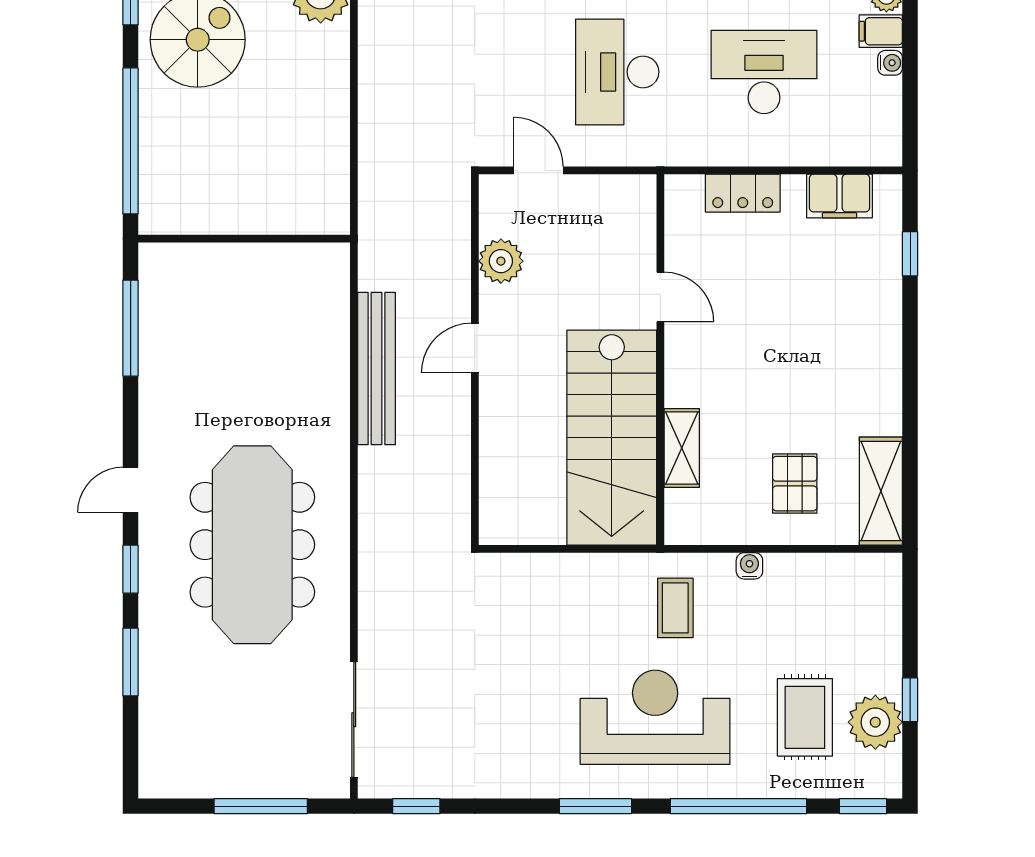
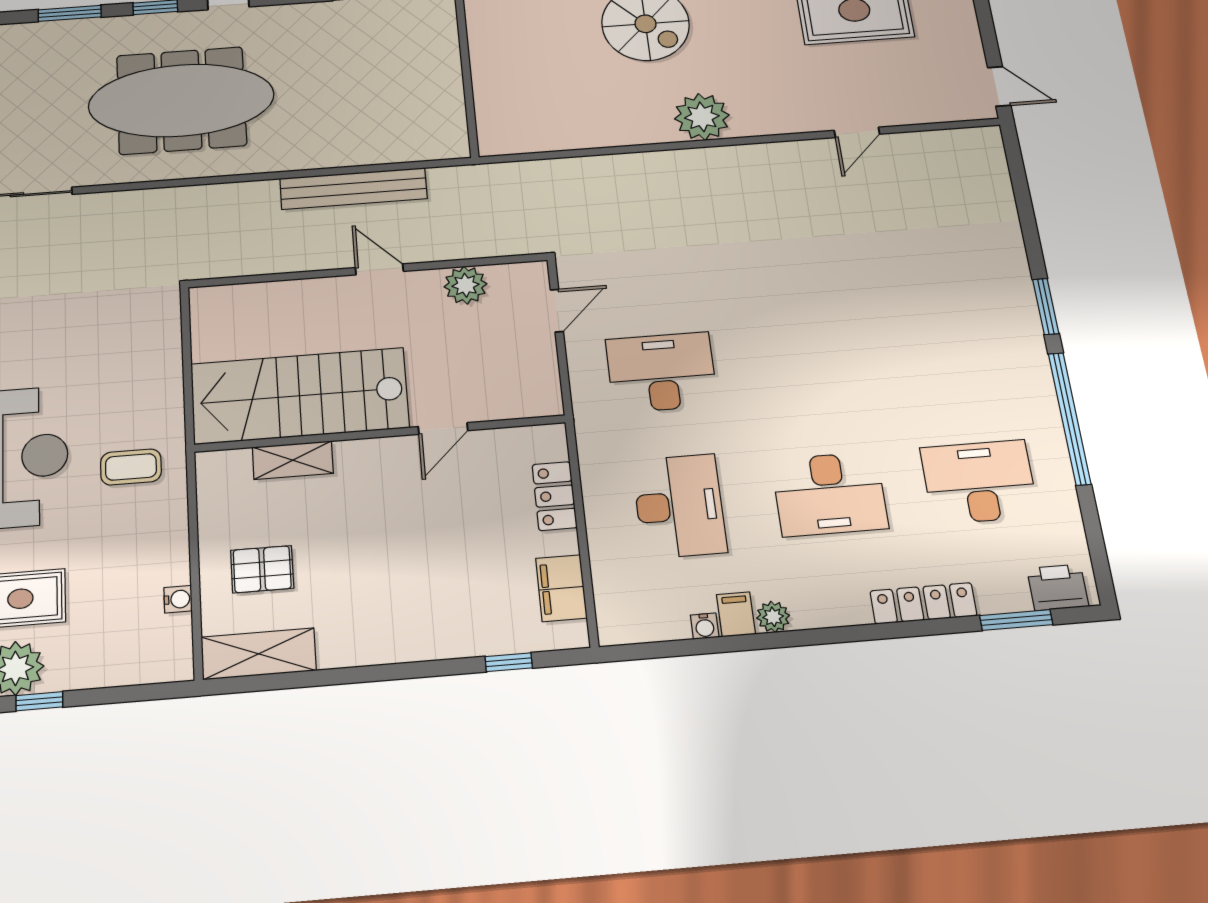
water cooler: (749, 566) -> (178, 599), moved

